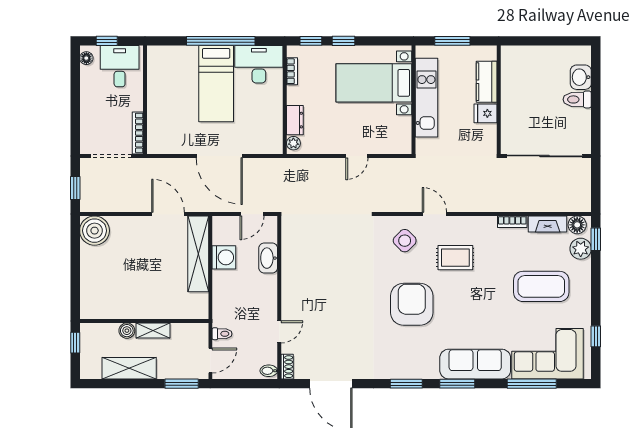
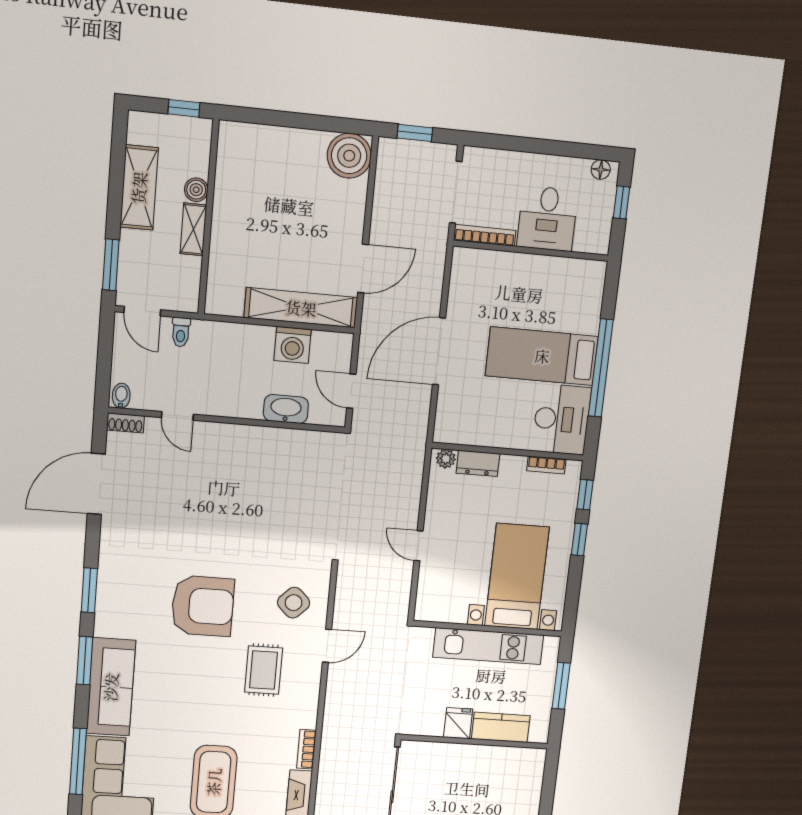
desk: (120, 66) -> (547, 219), moved, turned 90

